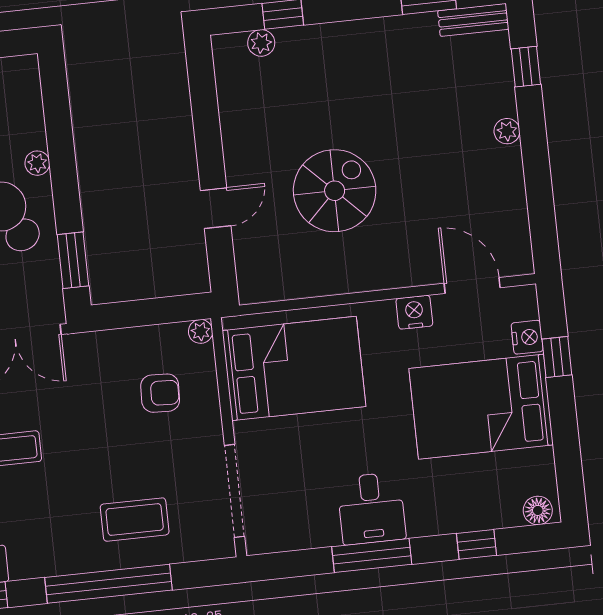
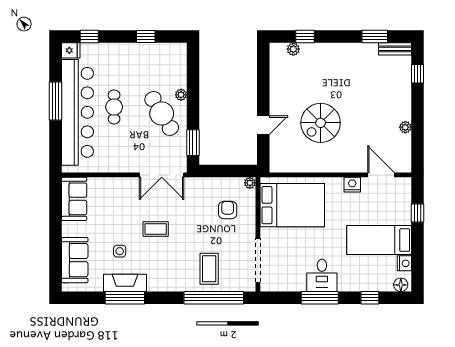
plant: (507, 131) -> (405, 127), moved
spiral stairs: (335, 191) -> (321, 123), turned 180
nightstand: (527, 337) -> (404, 263), moved
armchair: (160, 393) -> (228, 210), turned -92
bed: (481, 407) -> (379, 240), width x0.67
coffee table: (135, 520) -> (209, 269), turned 90
window: (108, 584) -> (214, 298), moved

